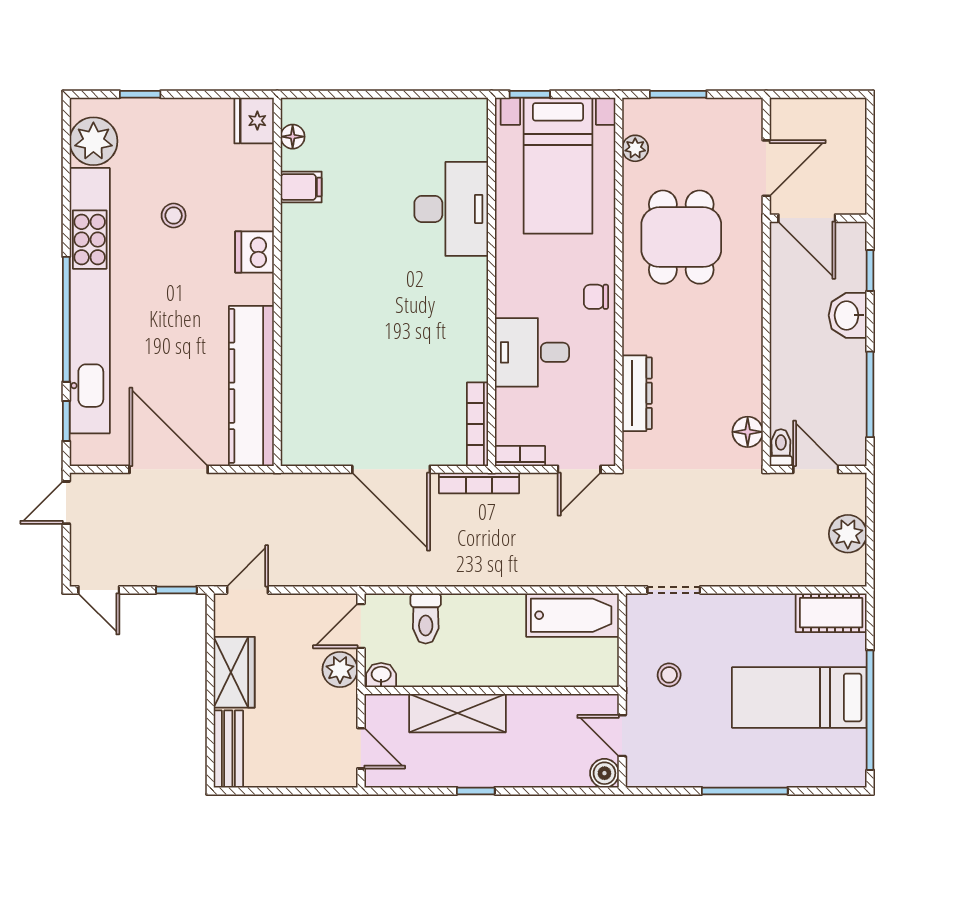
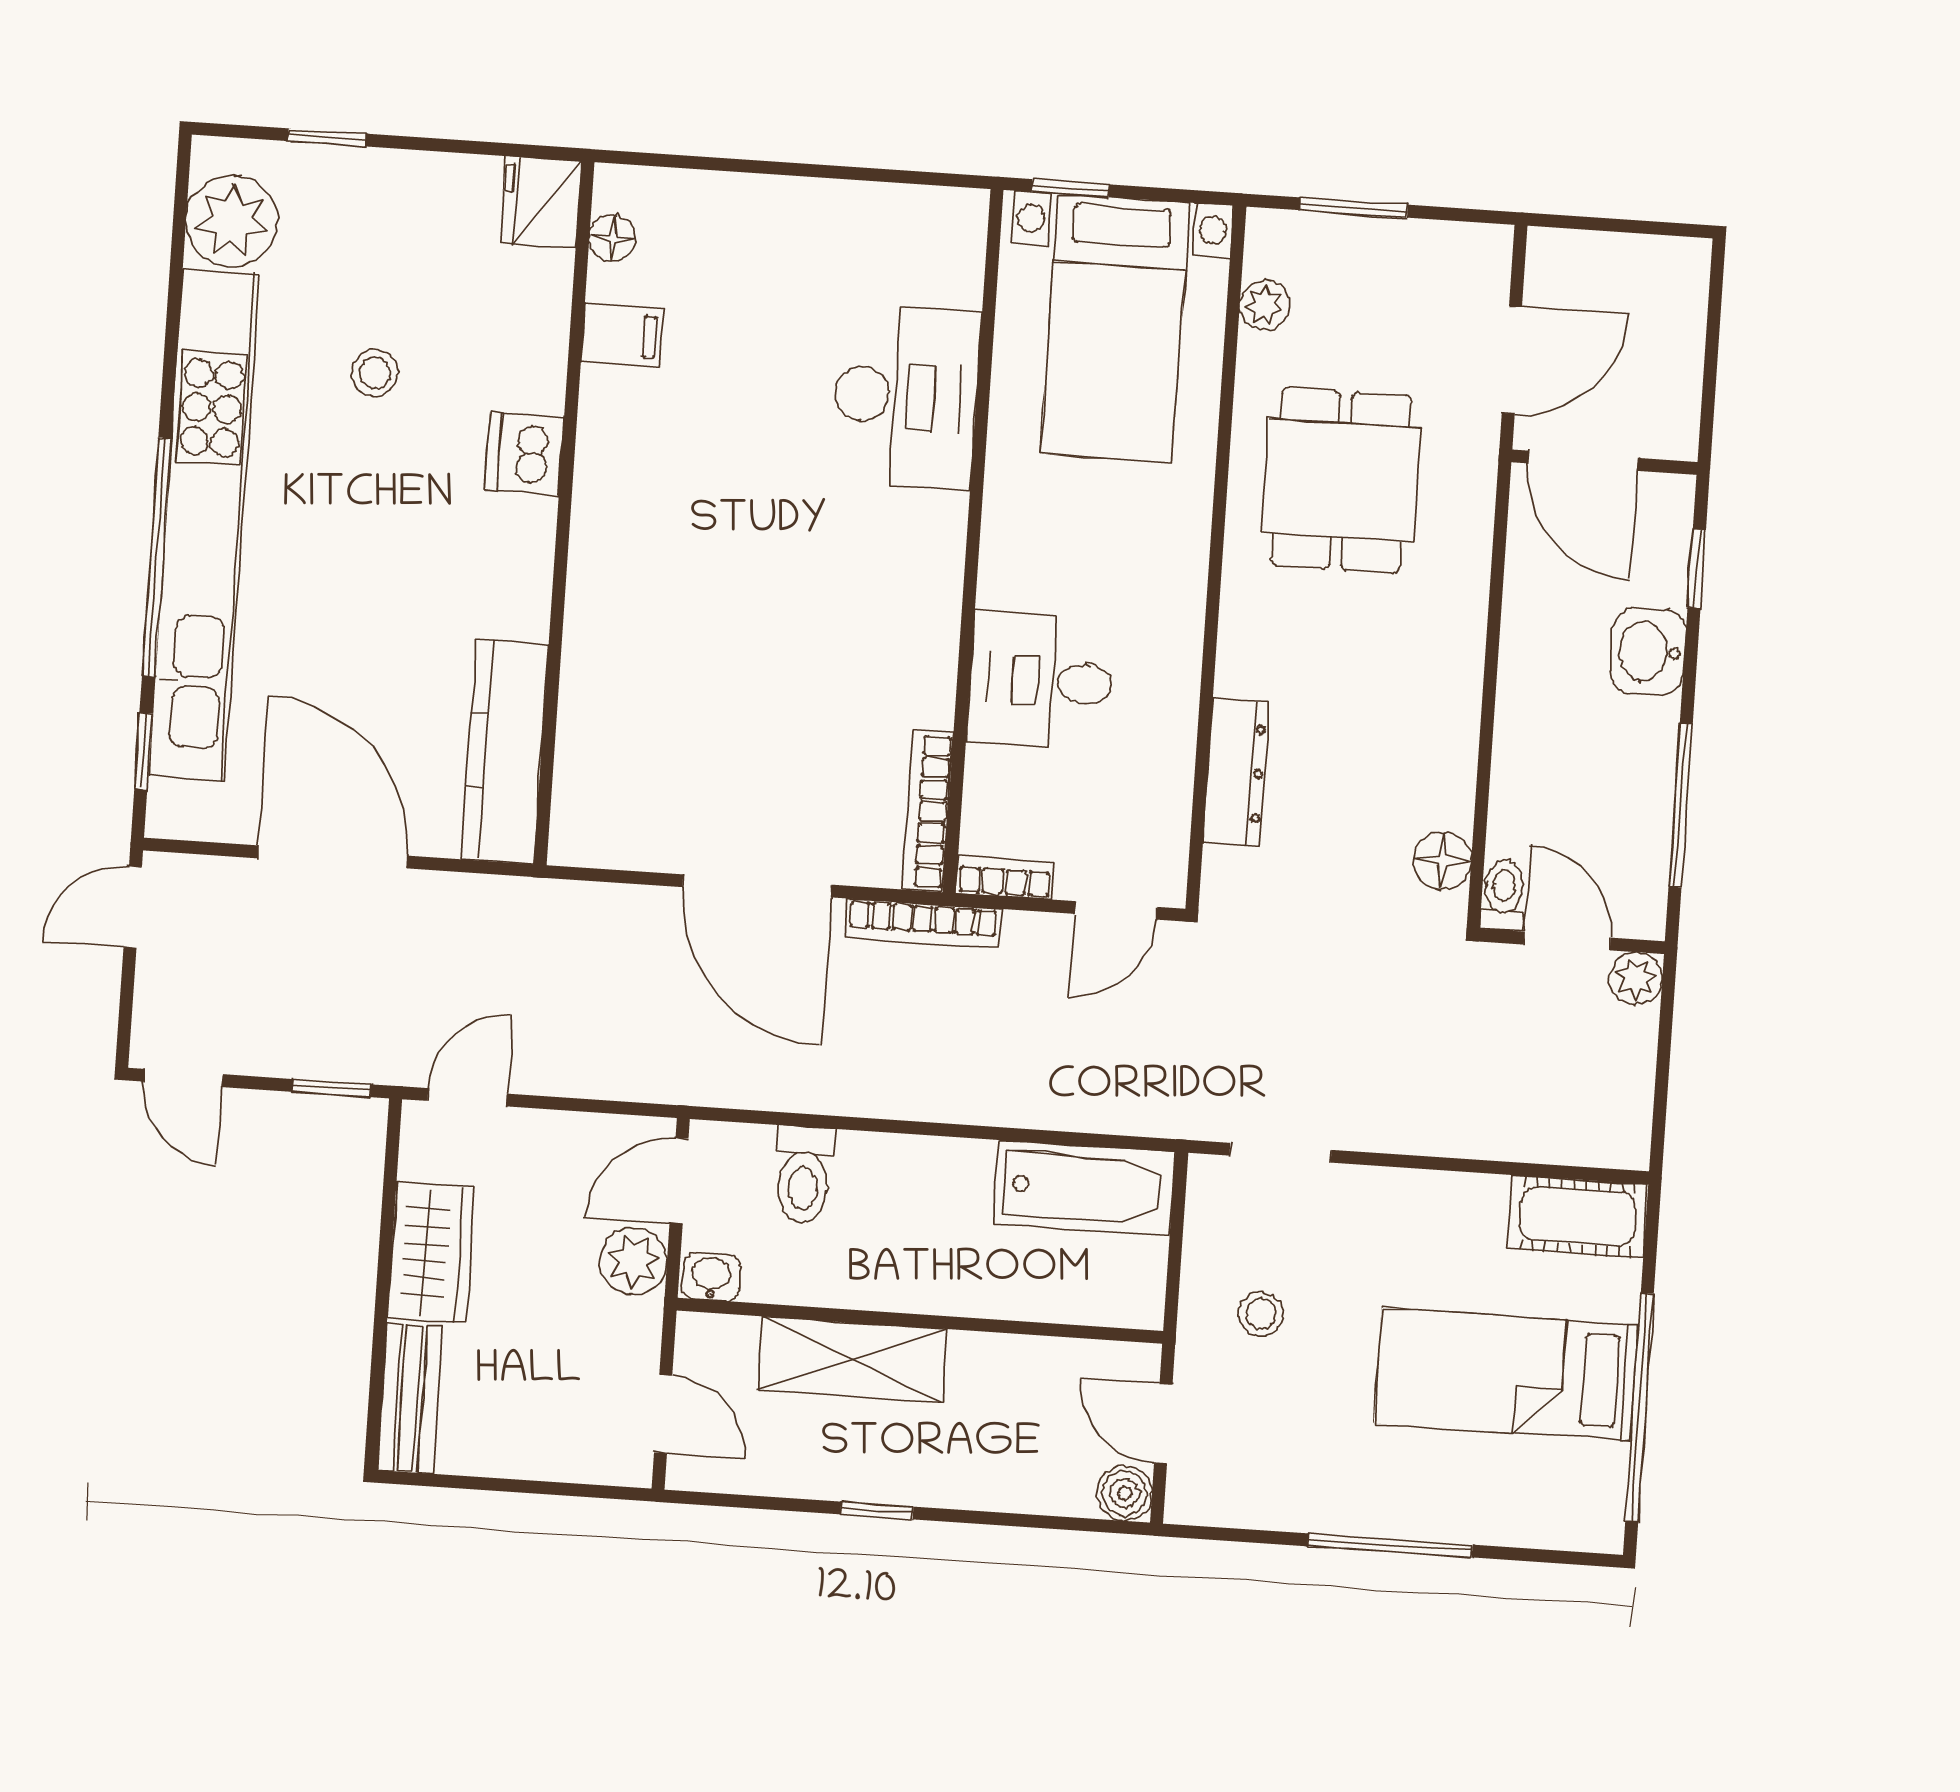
chair: (596, 297) -> (1170, 583), removed
kitchen counter: (251, 386) -> (504, 752), width x0.72, depth x0.86
plant: (848, 534) -> (1636, 979), moved, width x0.73, depth x0.73

